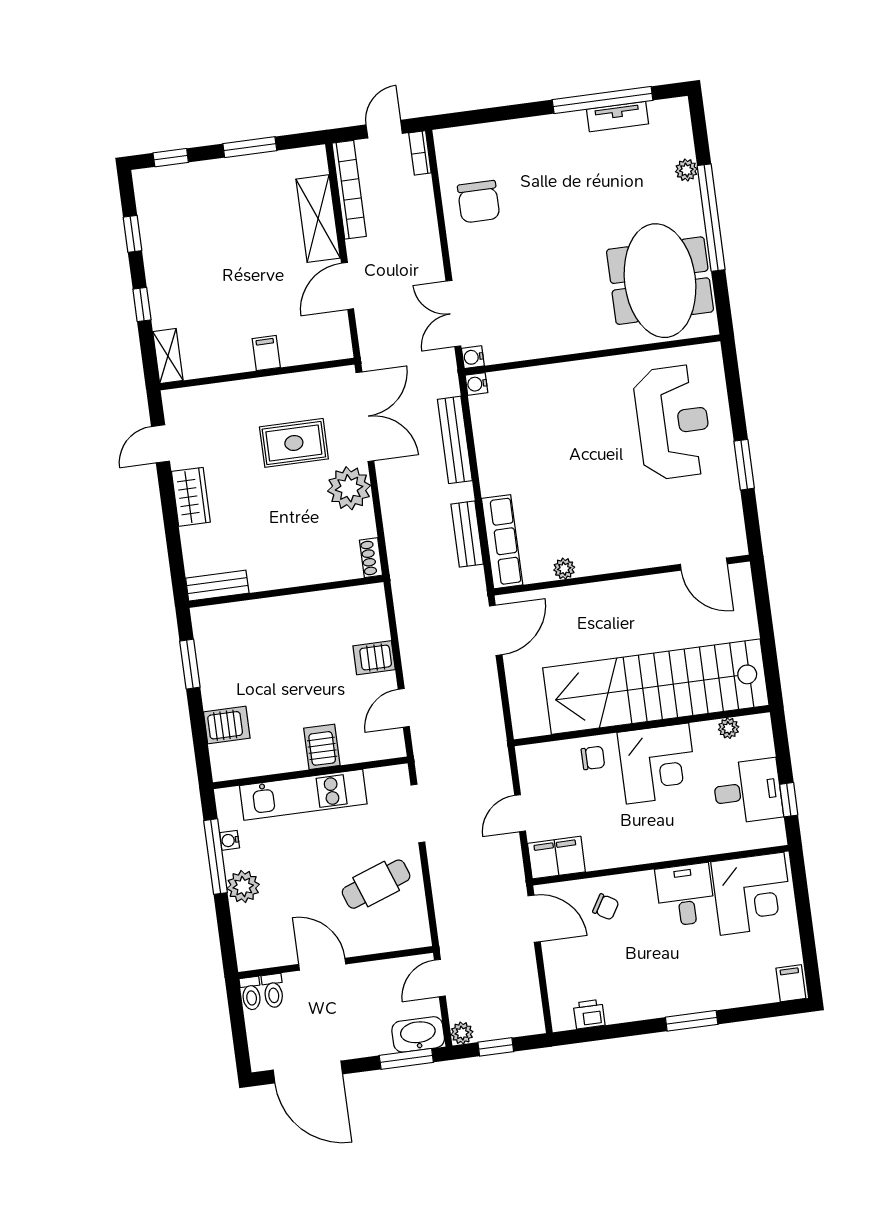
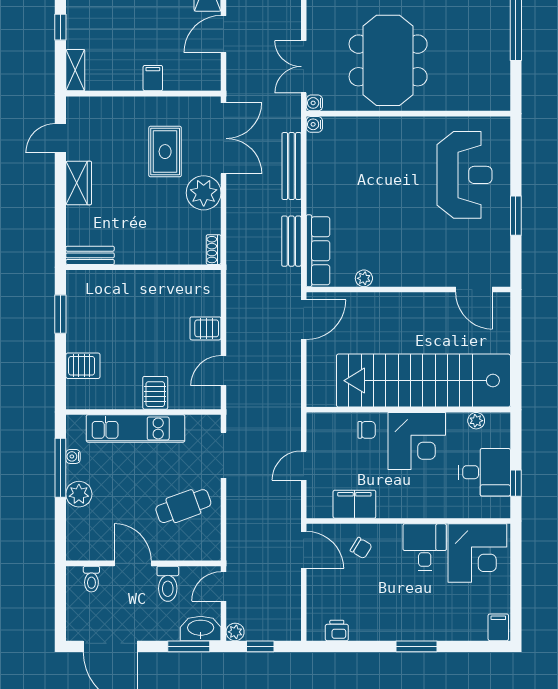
meeting table: (660, 281) -> (388, 60), moved
rug: (294, 443) -> (165, 152), turned 90
filing cabinet: (556, 858) -> (354, 504), moved
toilet: (251, 993) -> (168, 584), moved, width x1.37, depth x1.39

